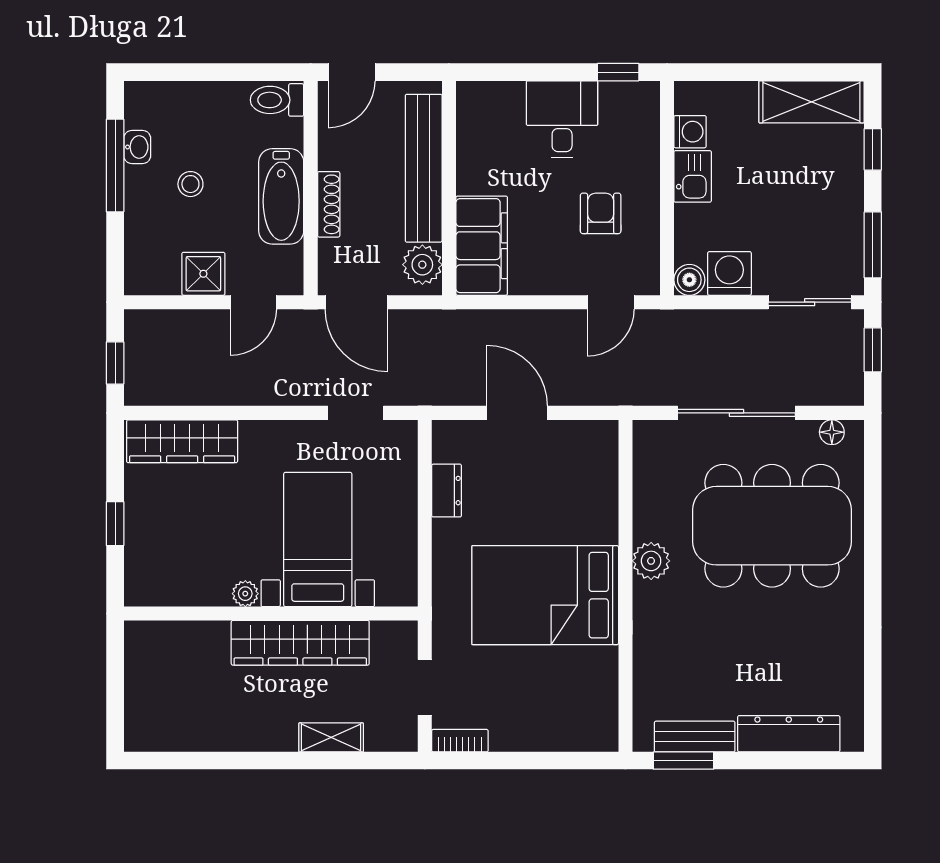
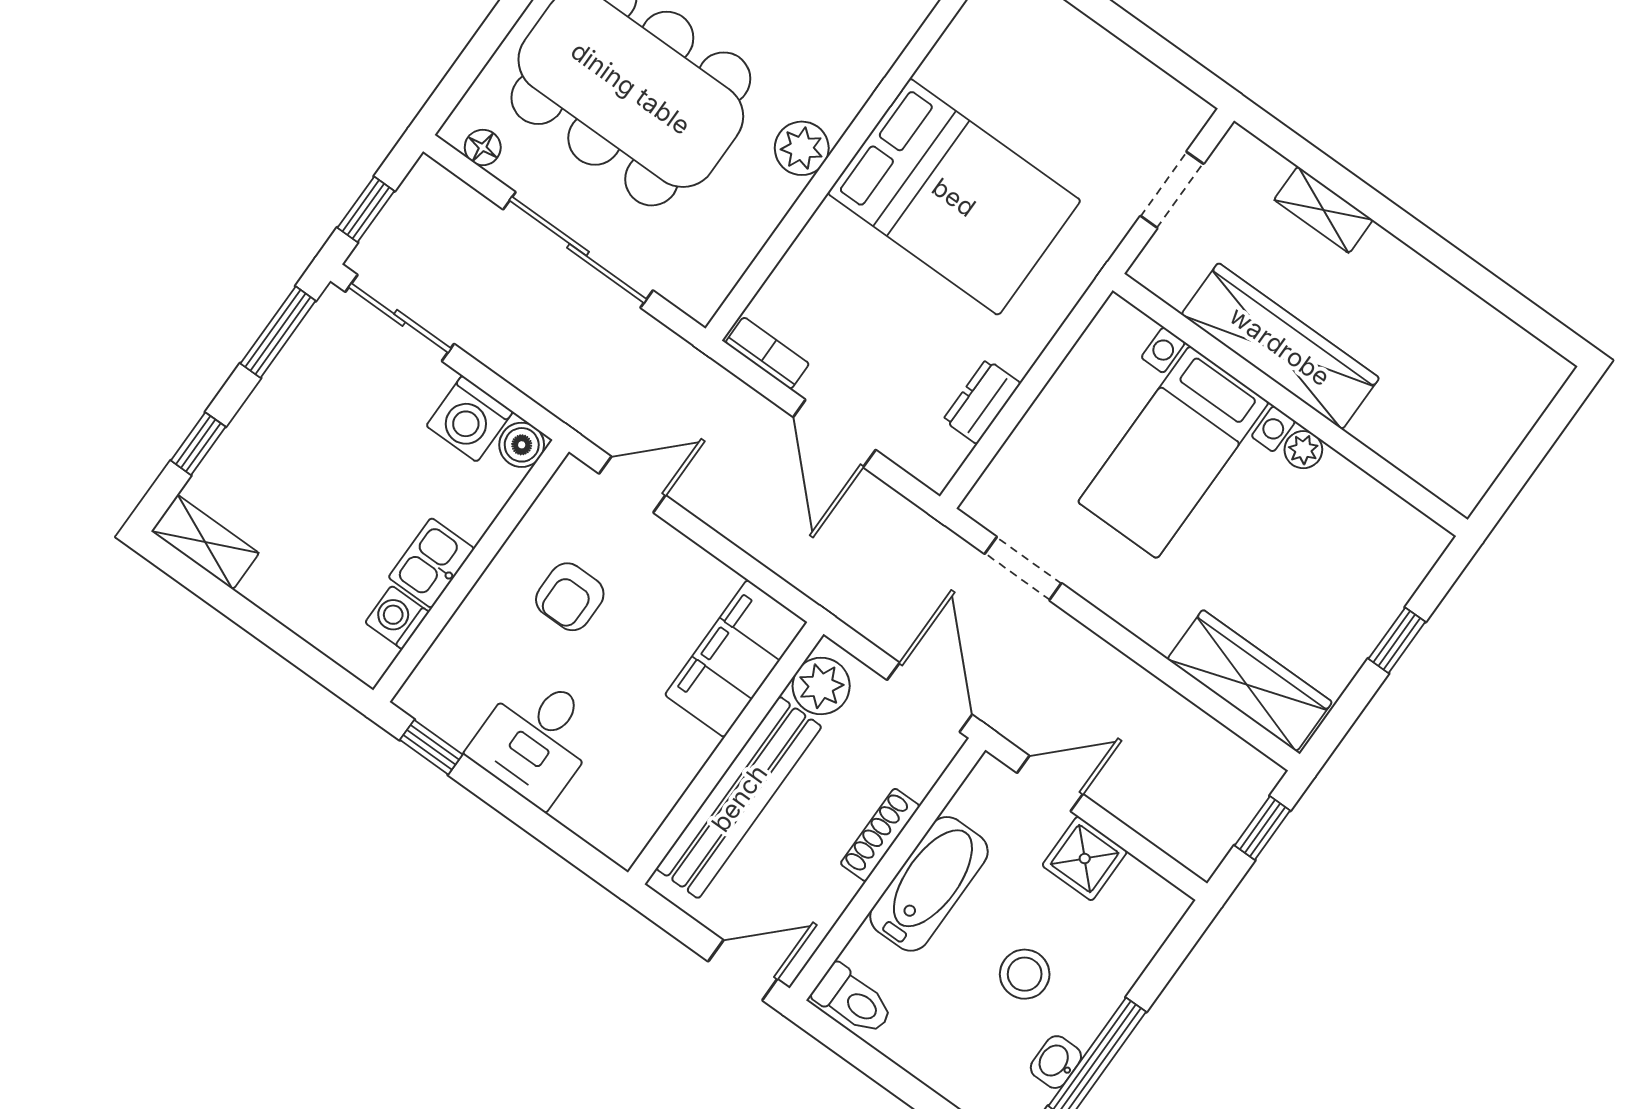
shelving: (811, 102) -> (205, 542), width x0.67, depth x0.75
stool: (190, 184) -> (1025, 974), width x1.37, depth x1.37
bookcase: (460, 741) -> (767, 353), moved, turned 180

